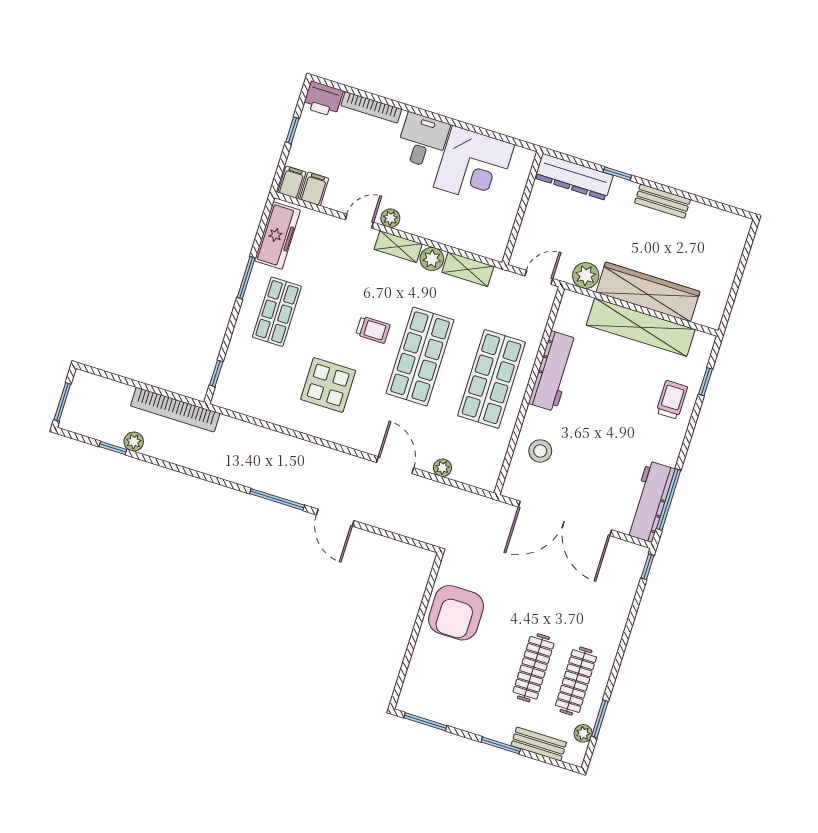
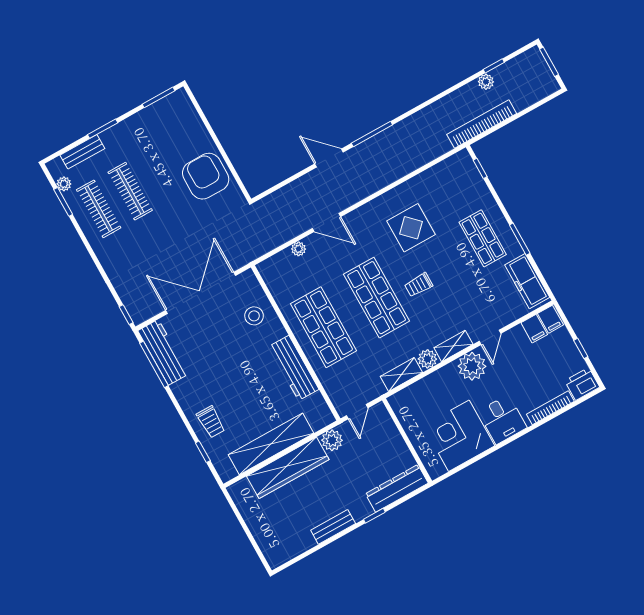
plant: (390, 218) -> (472, 366), width x1.87, depth x1.87

